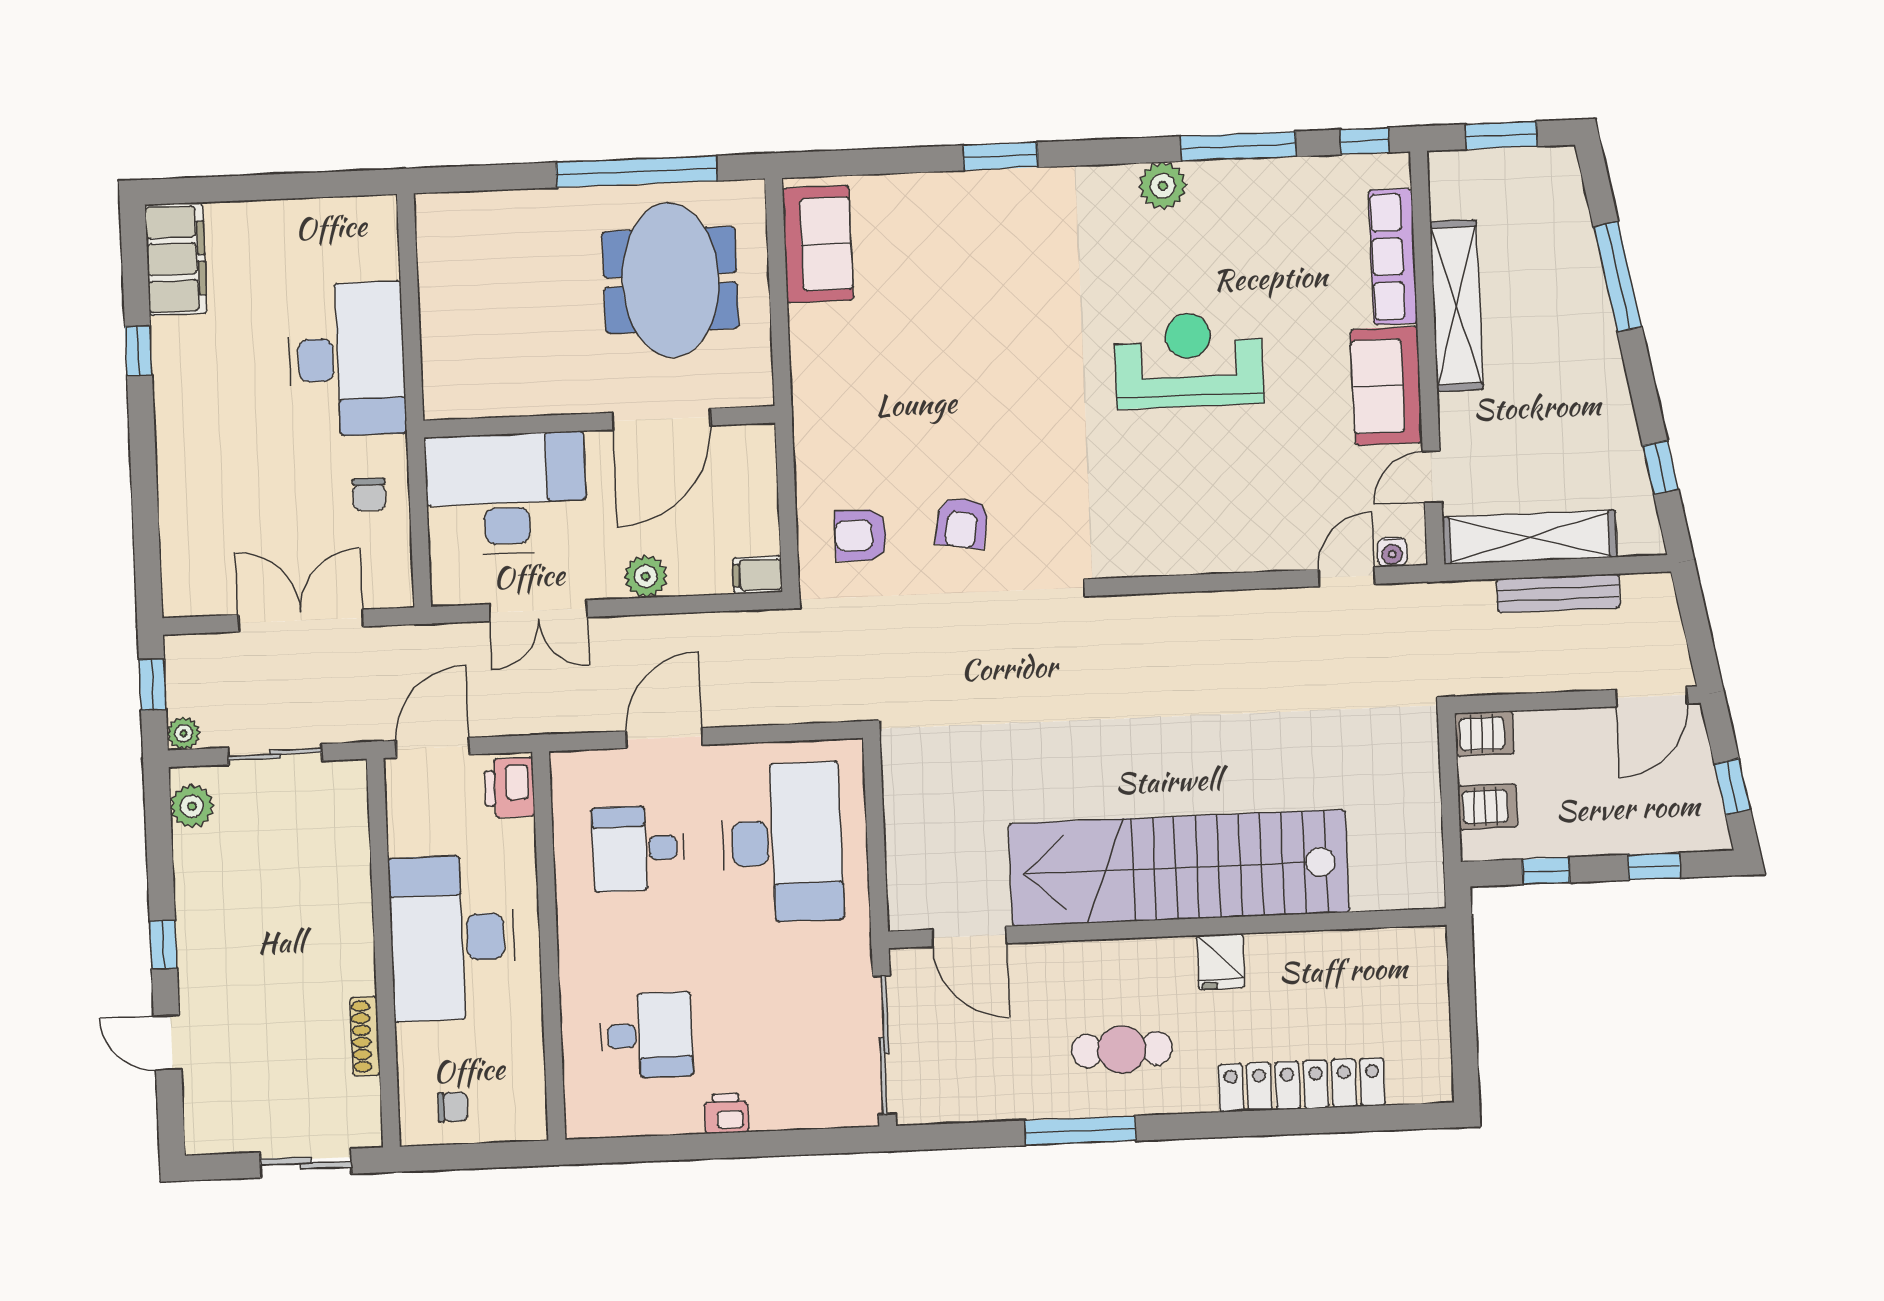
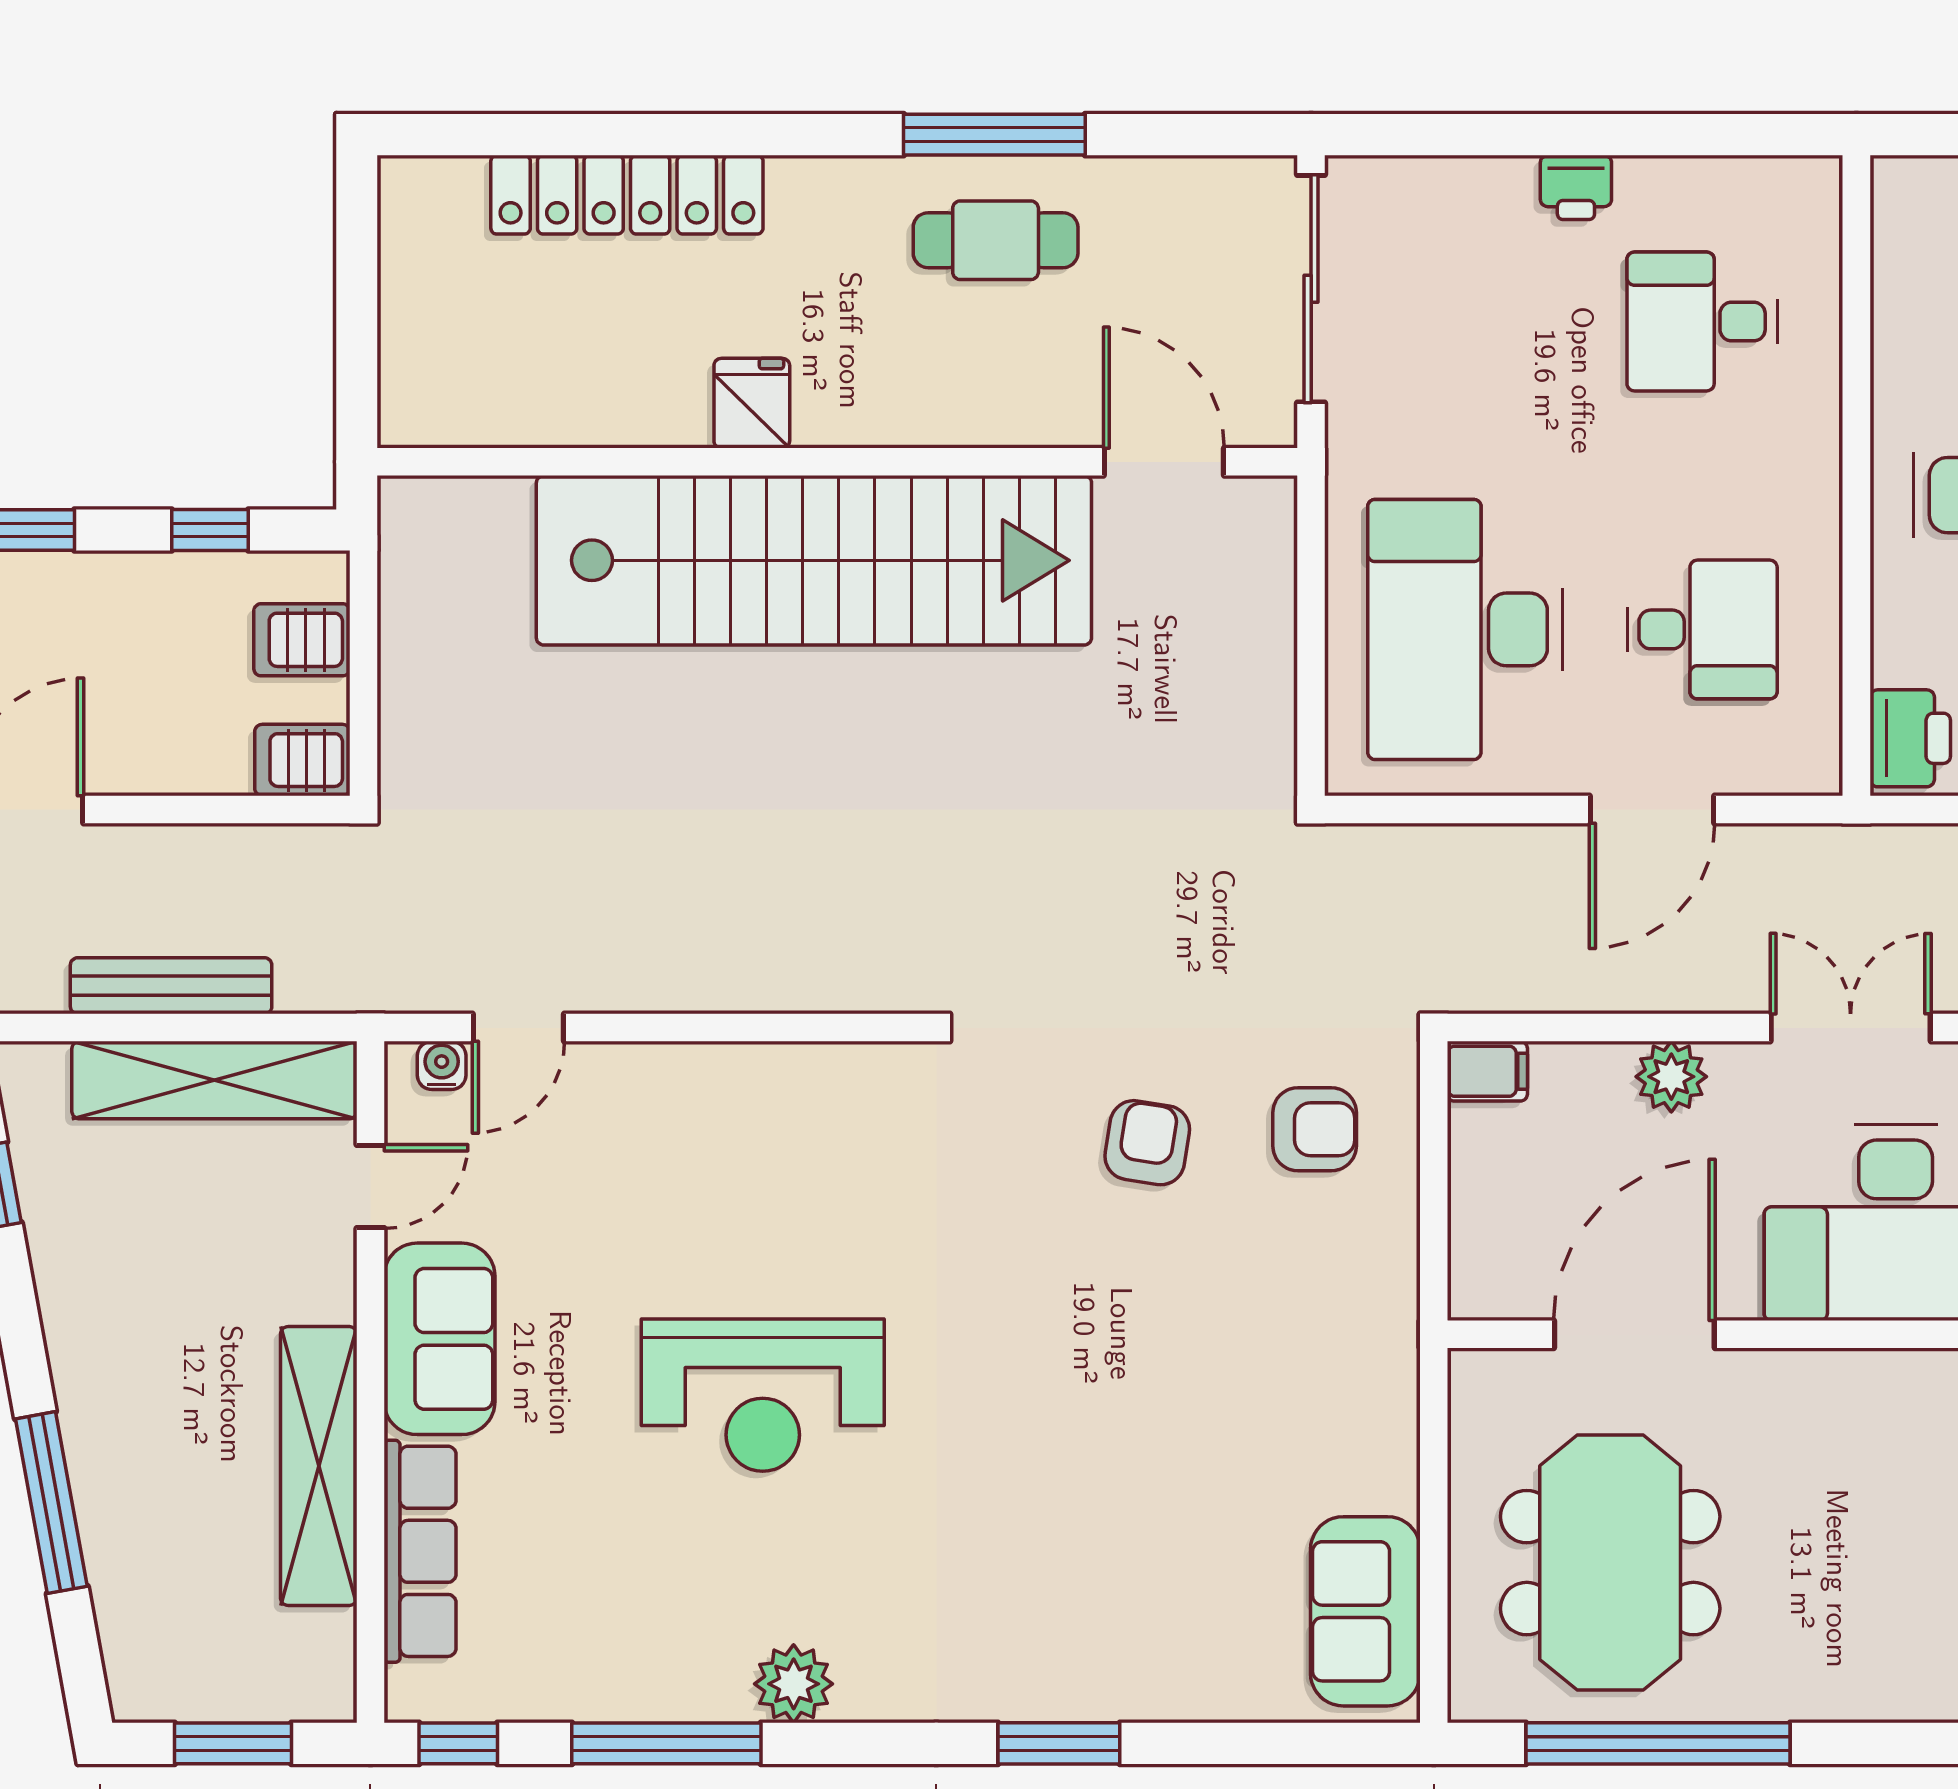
cafe table: (1122, 1050) -> (996, 240), moved

